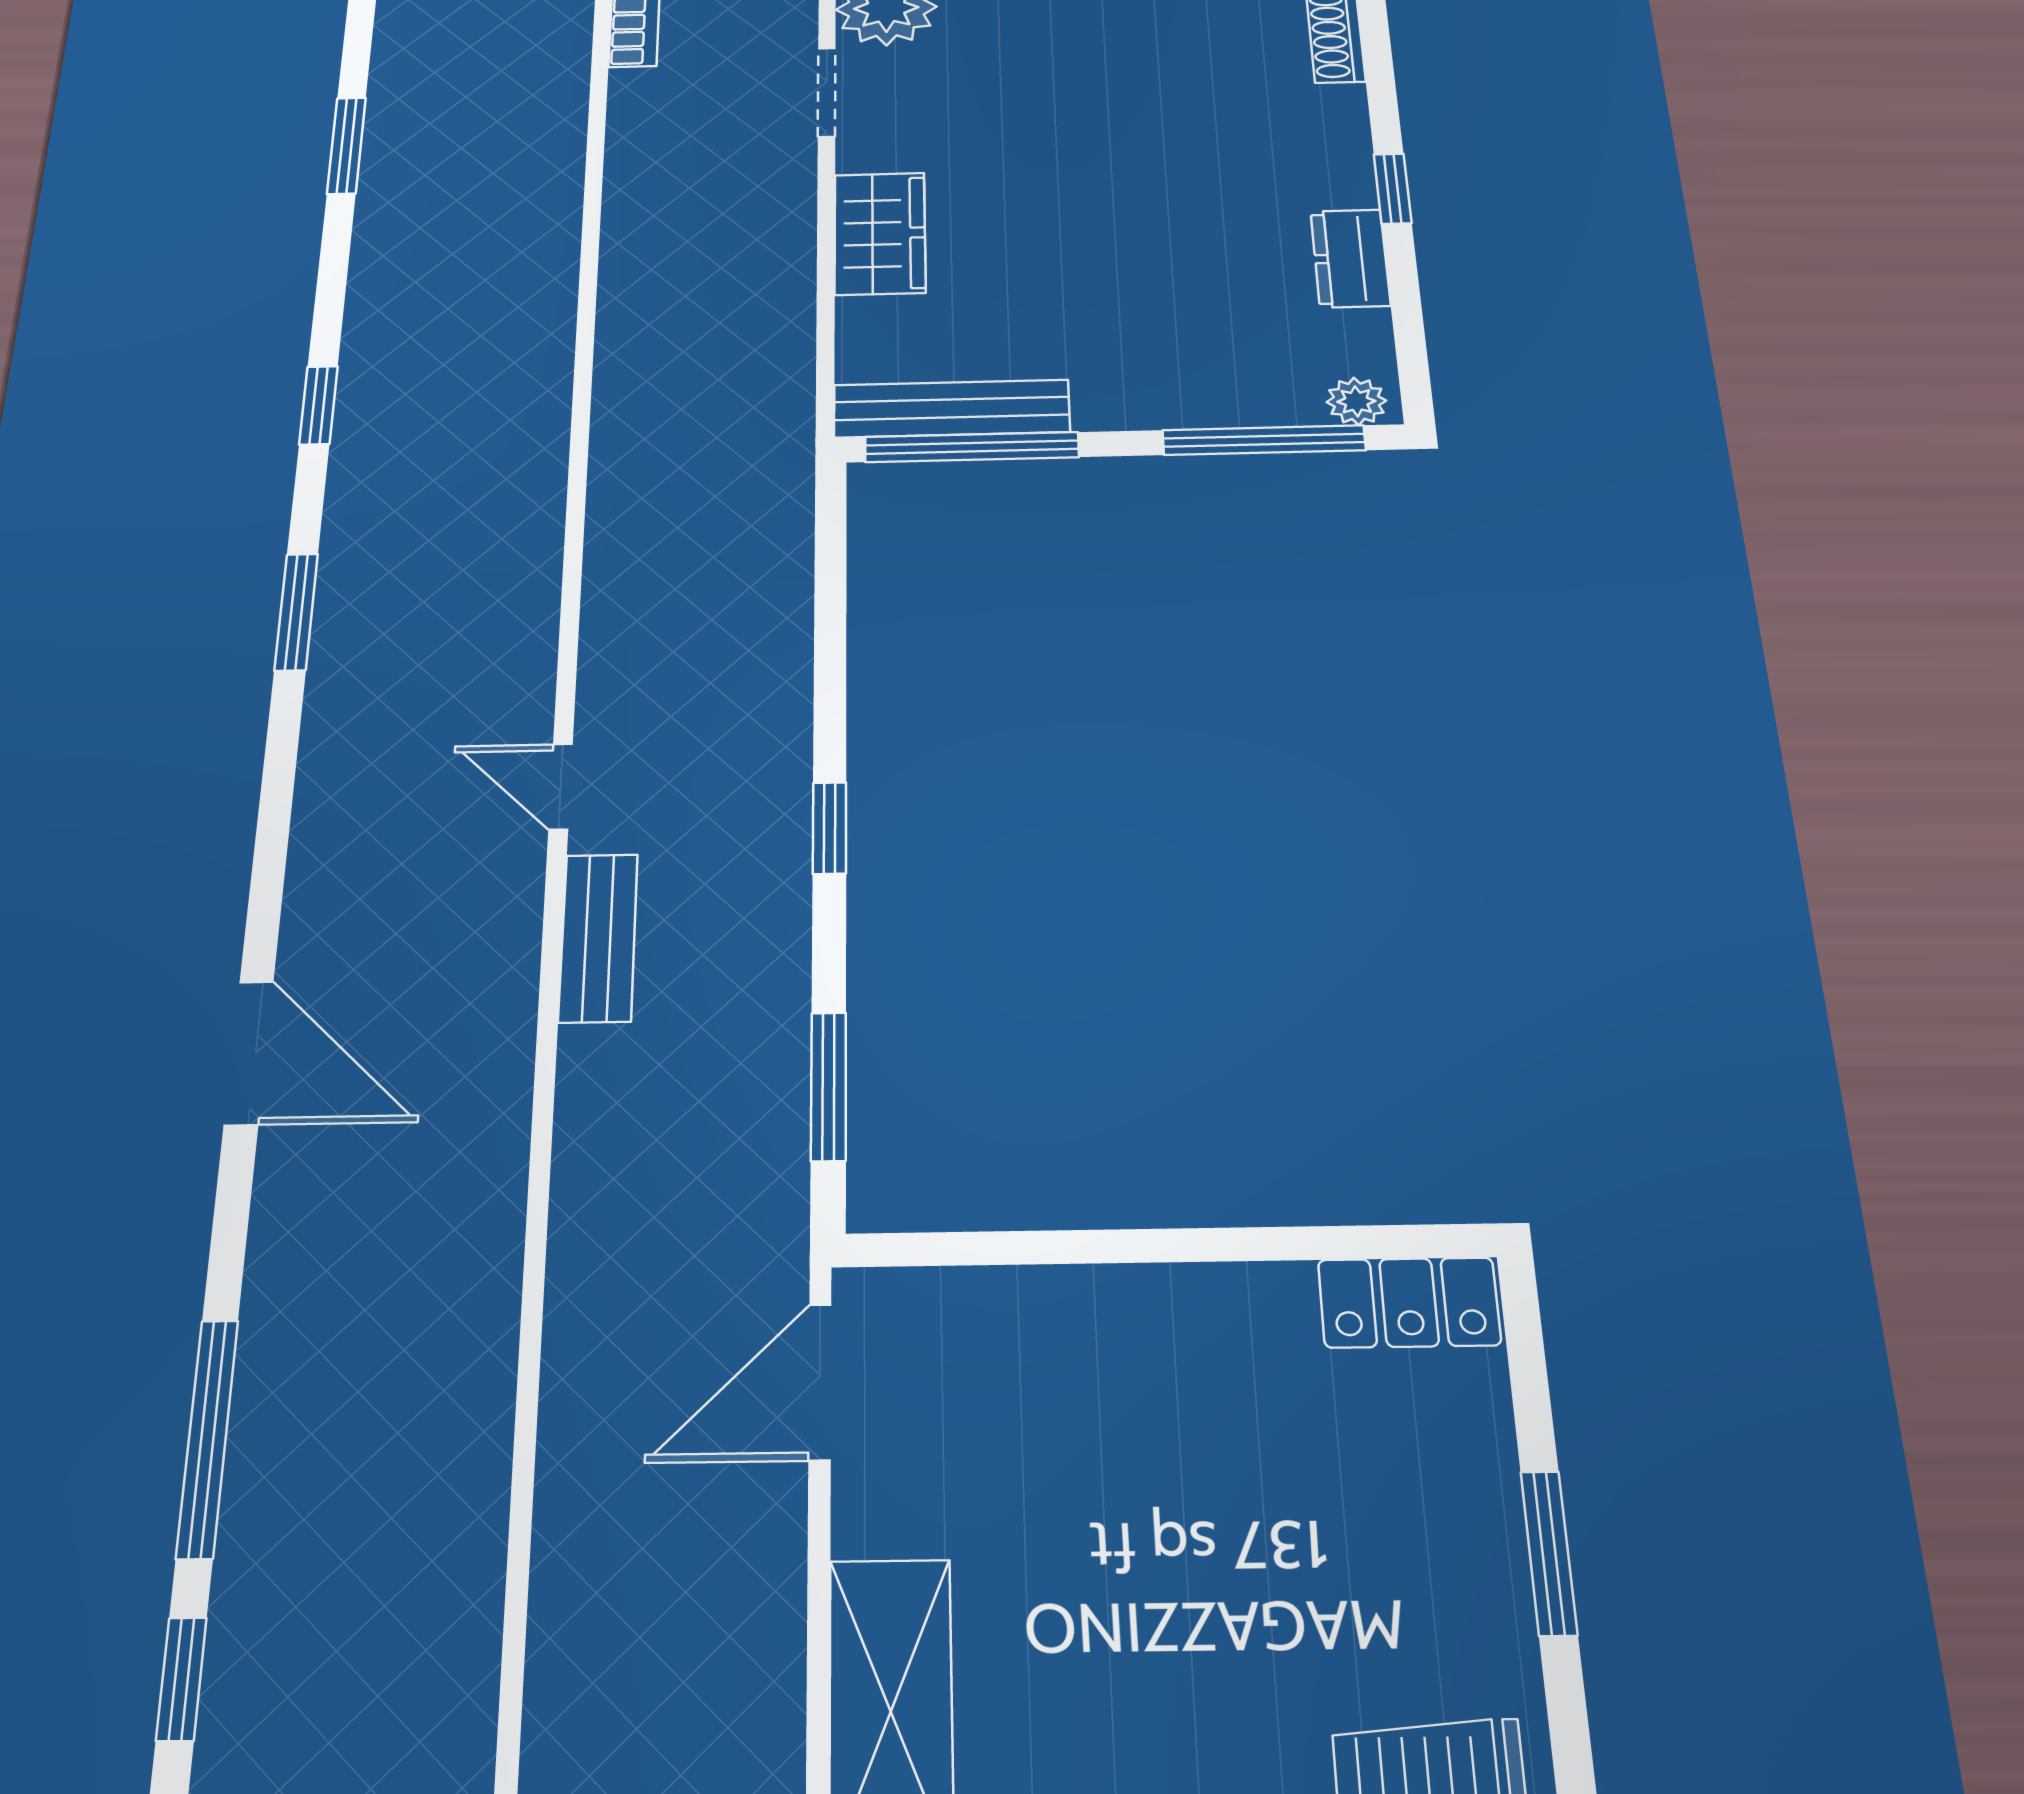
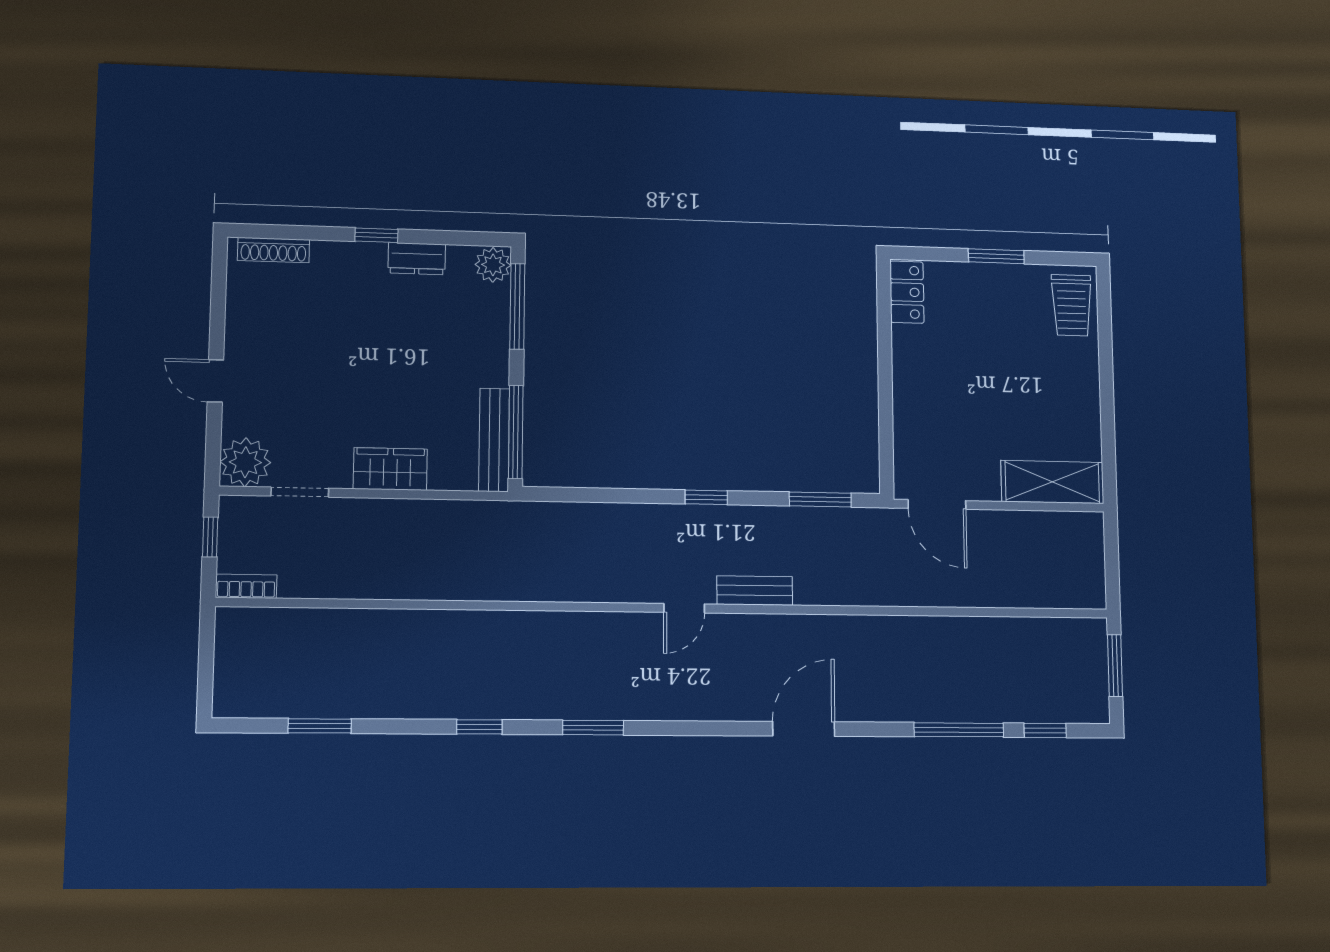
plant: (1356, 401) -> (493, 265), width x1.38, depth x1.38

